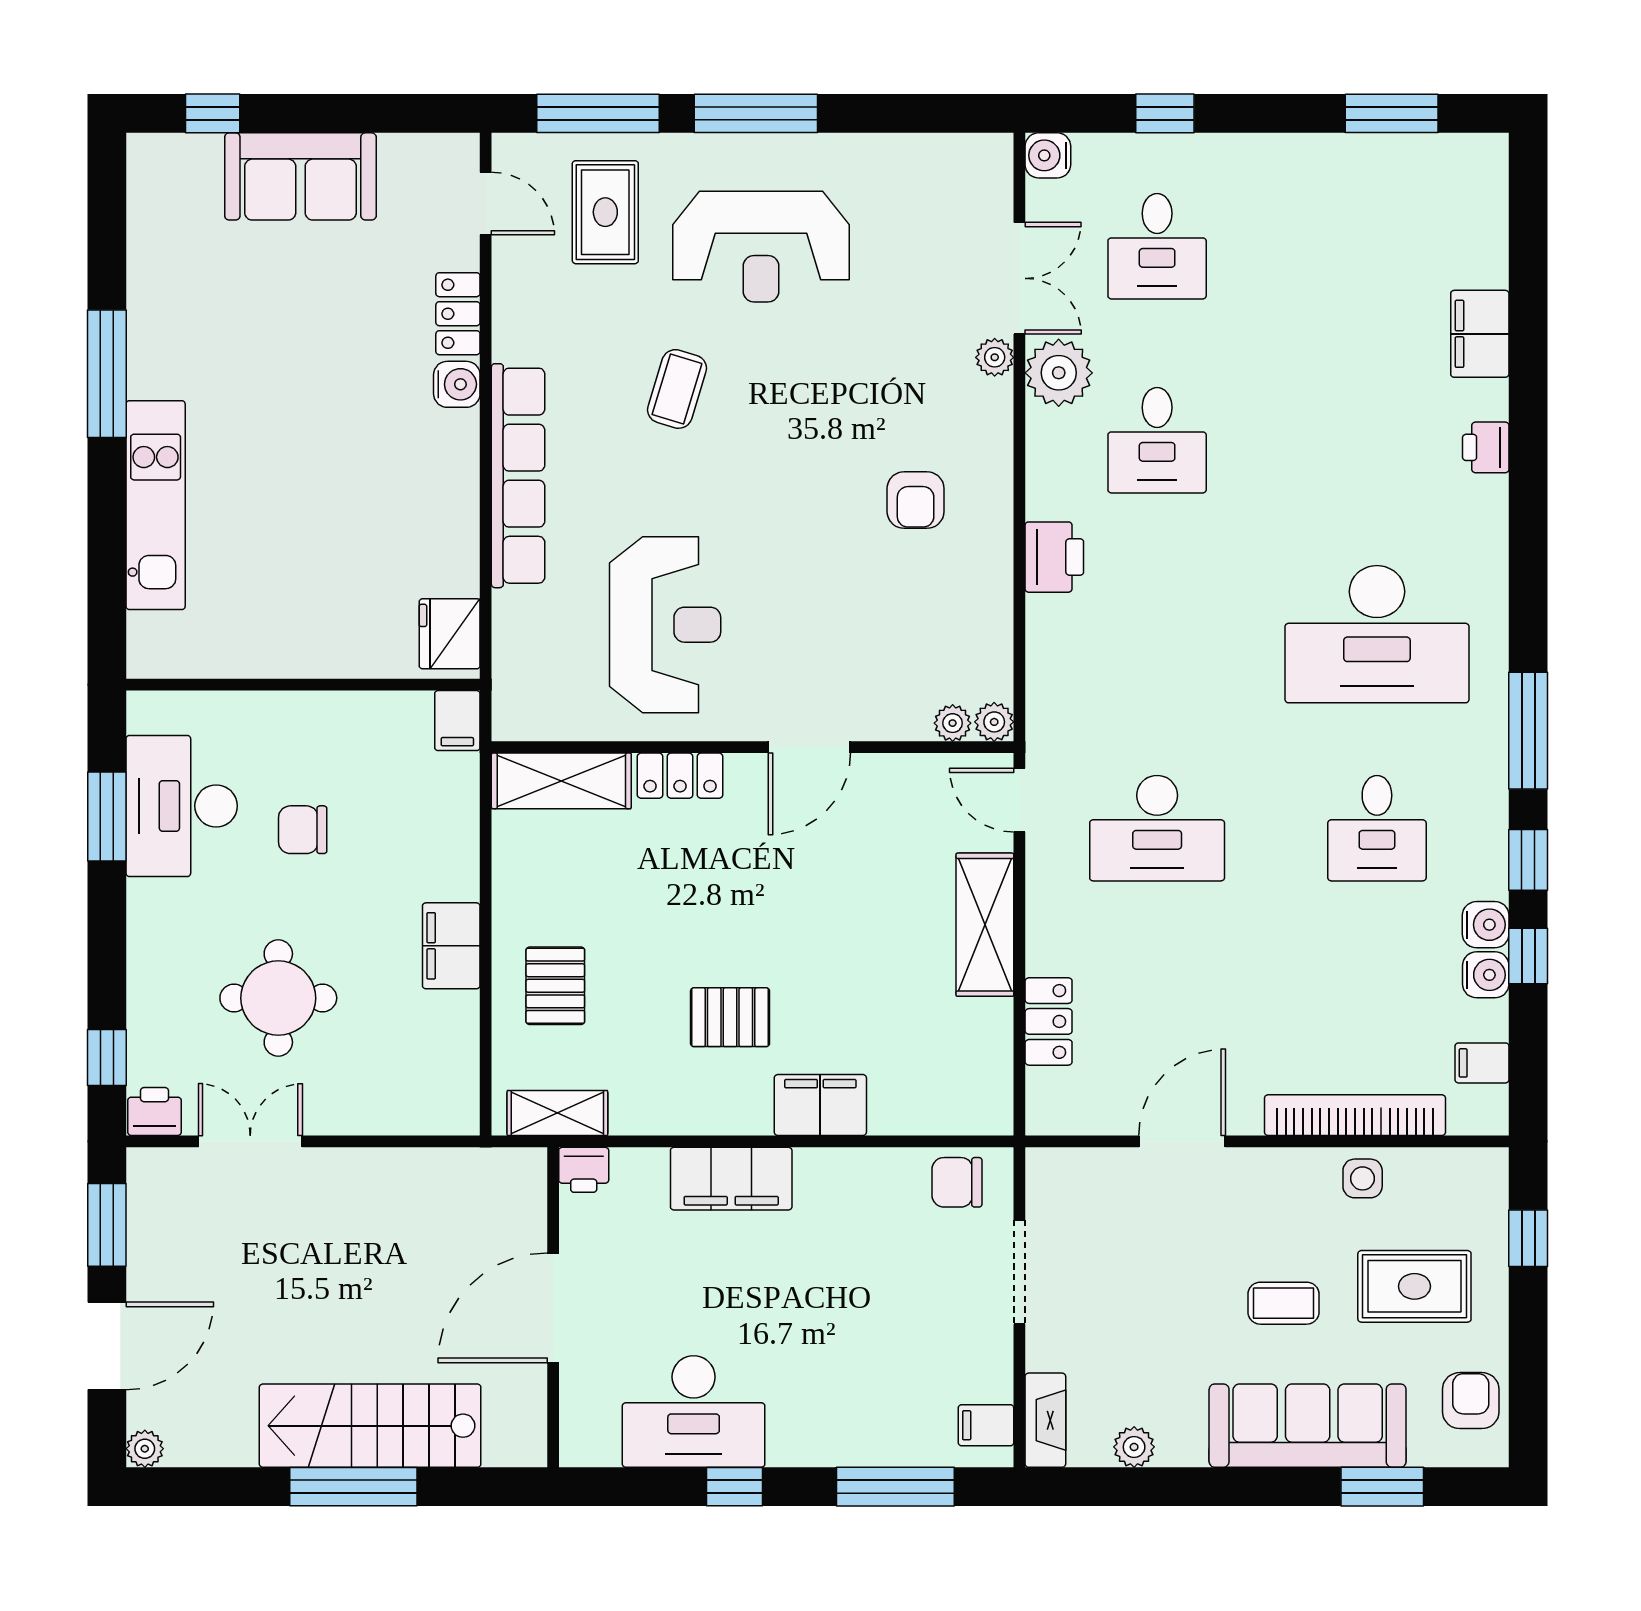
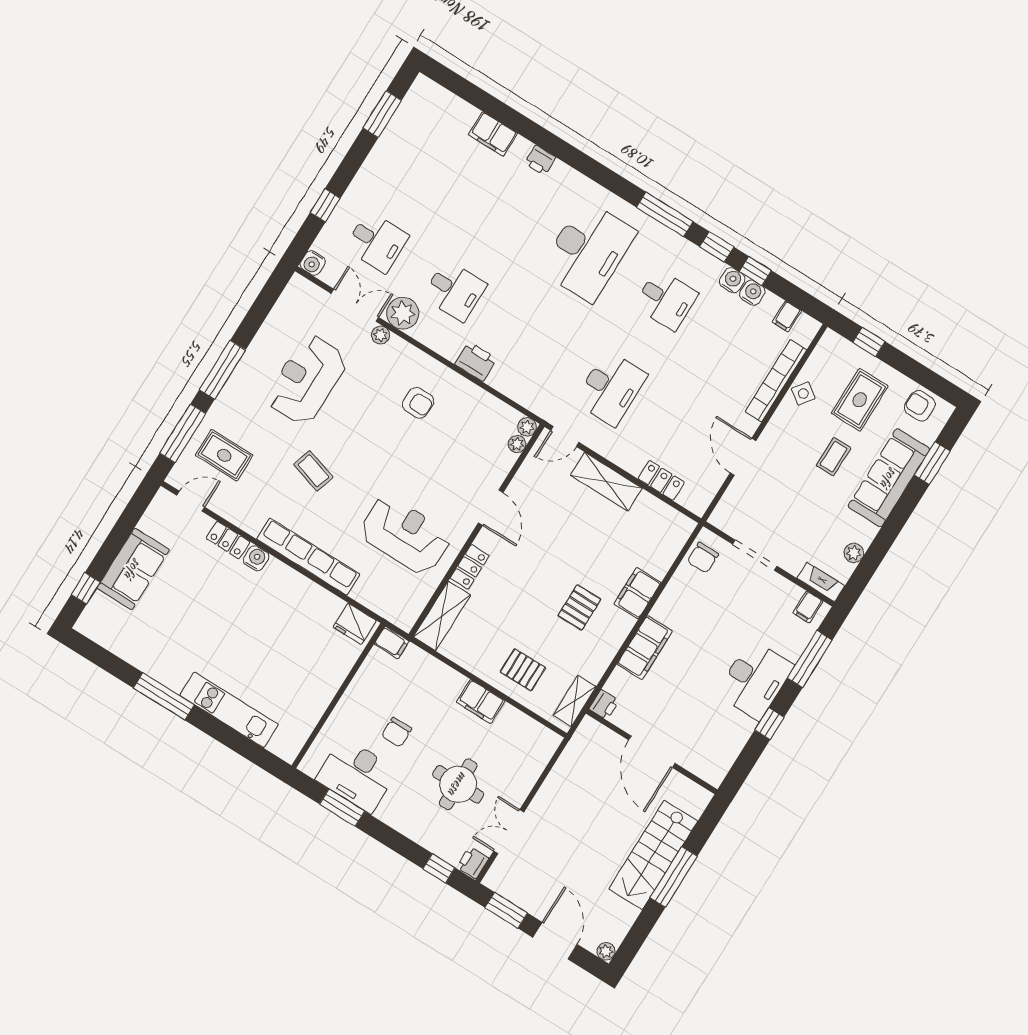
reception desk: (761, 247) -> (307, 380), moved, turned 180
side table: (1363, 1178) -> (803, 394), turned 36
desk: (694, 1412) -> (755, 680), moved

